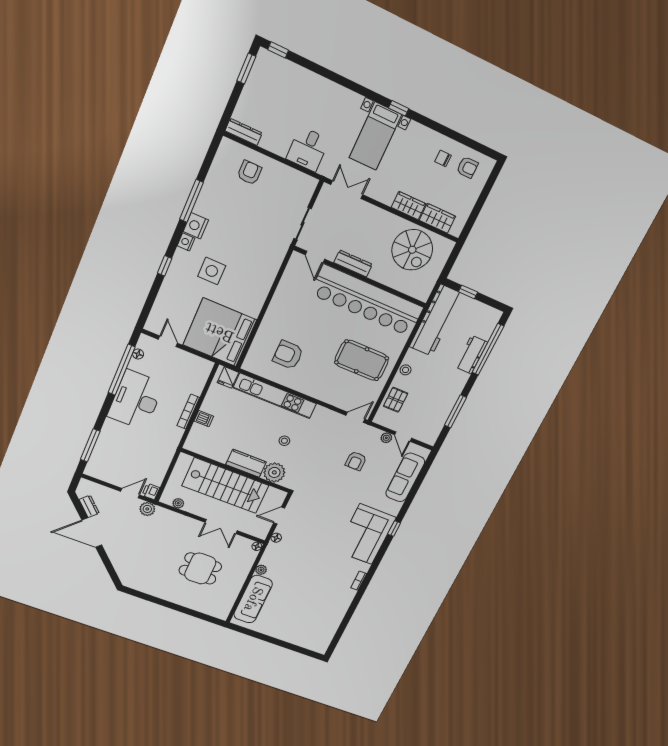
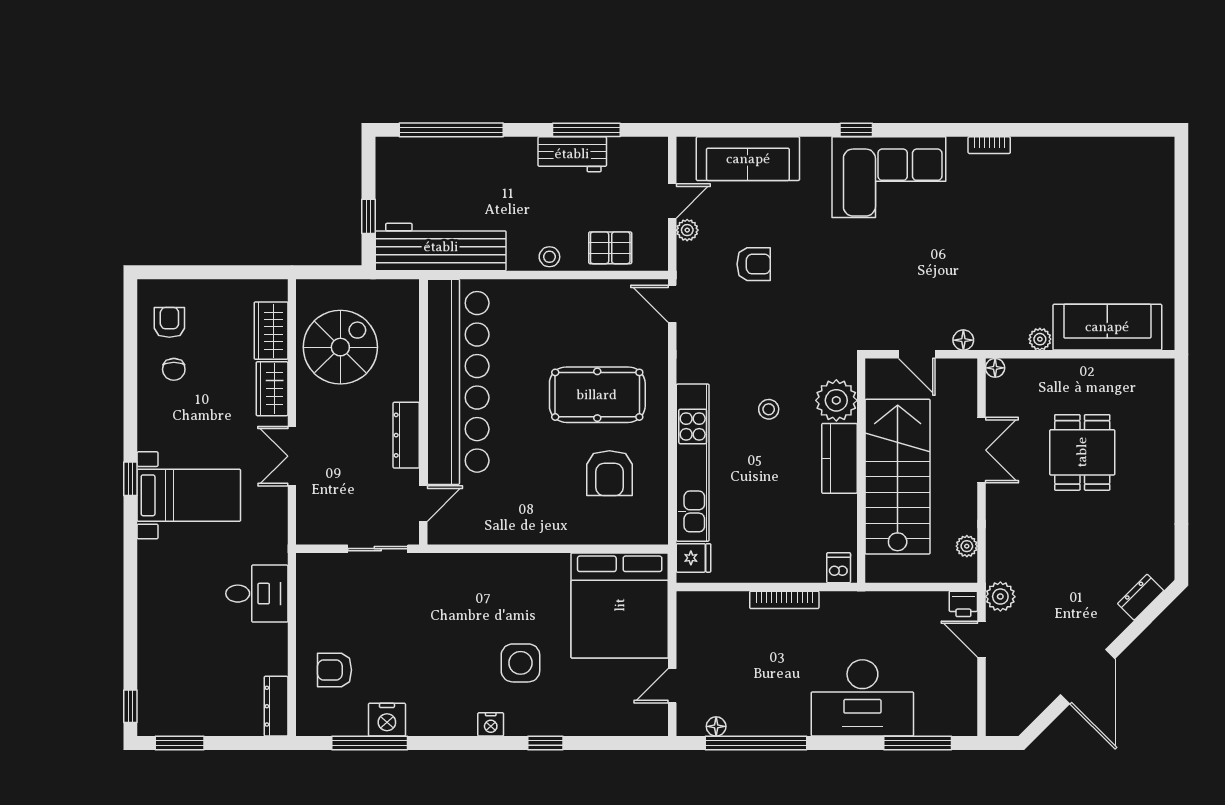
double door: (347, 190) -> (292, 456), moved
window: (191, 201) -> (370, 743), moved
nightstand: (196, 226) -> (387, 720), moved
workbench: (471, 355) -> (572, 154), moved
pool table: (362, 360) -> (597, 395), moved, turned 90
desk: (136, 400) -> (862, 698), moved
dishwasher: (204, 419) -> (839, 568), moved
dresser: (89, 506) -> (1141, 597), moved

